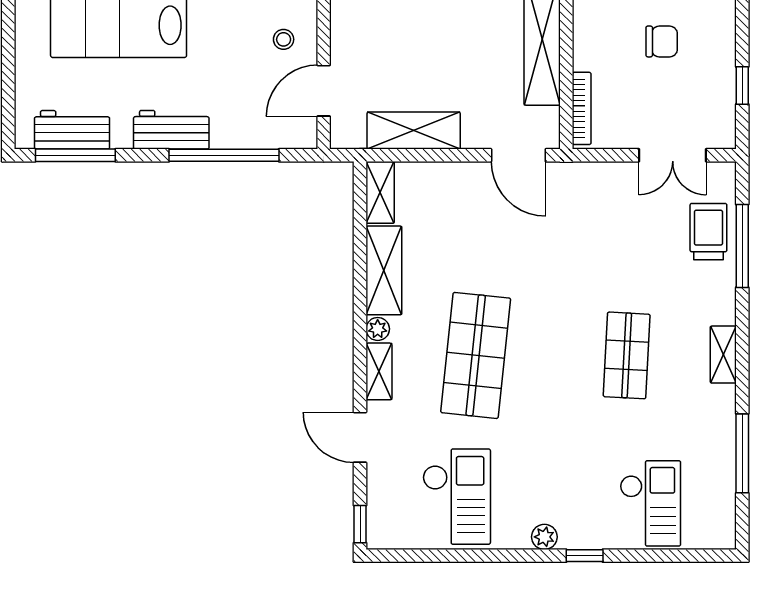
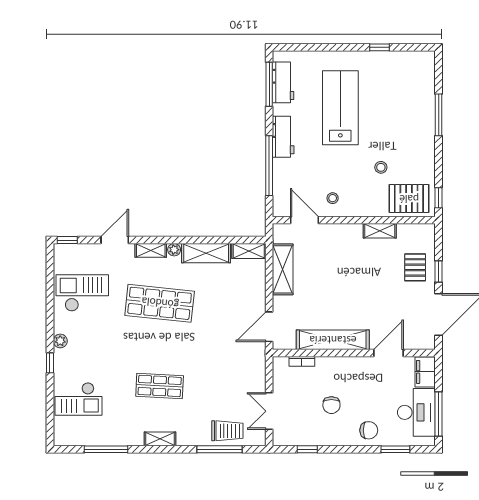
bookcase: (582, 108) -> (302, 361), width x0.64
checkout: (457, 497) -> (82, 293), turned 180

